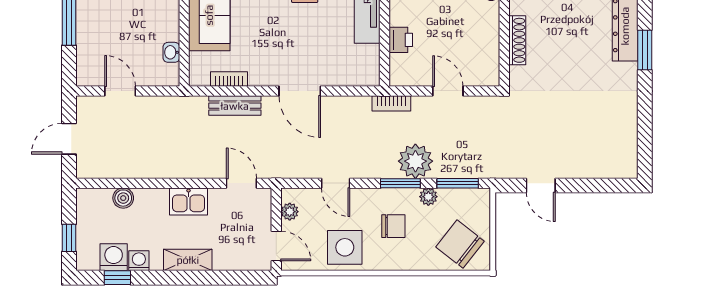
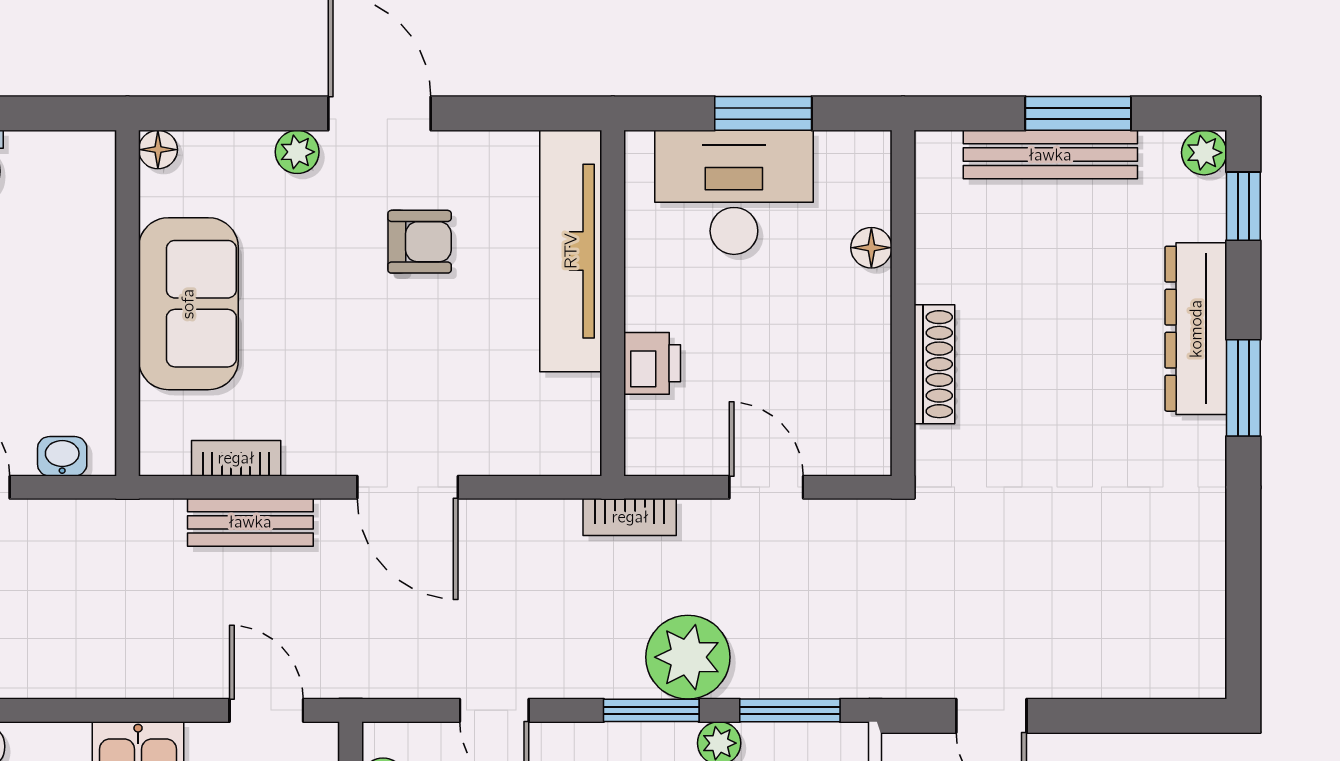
washbasin: (171, 52) -> (62, 456), moved, turned 90

